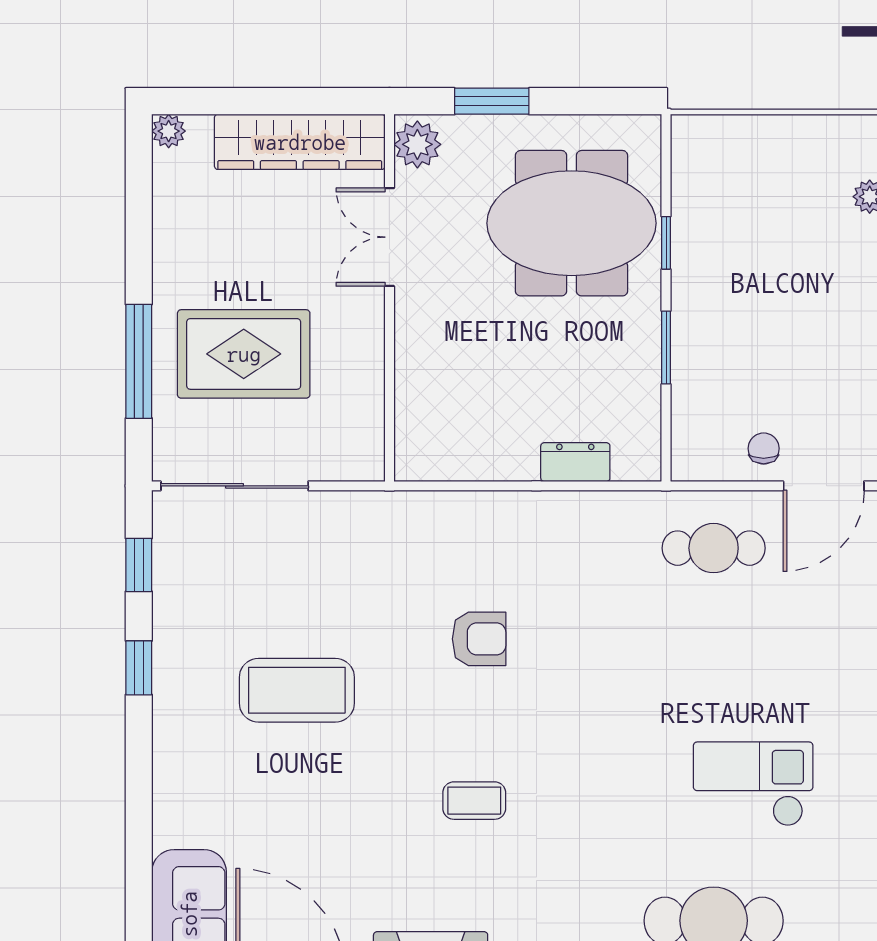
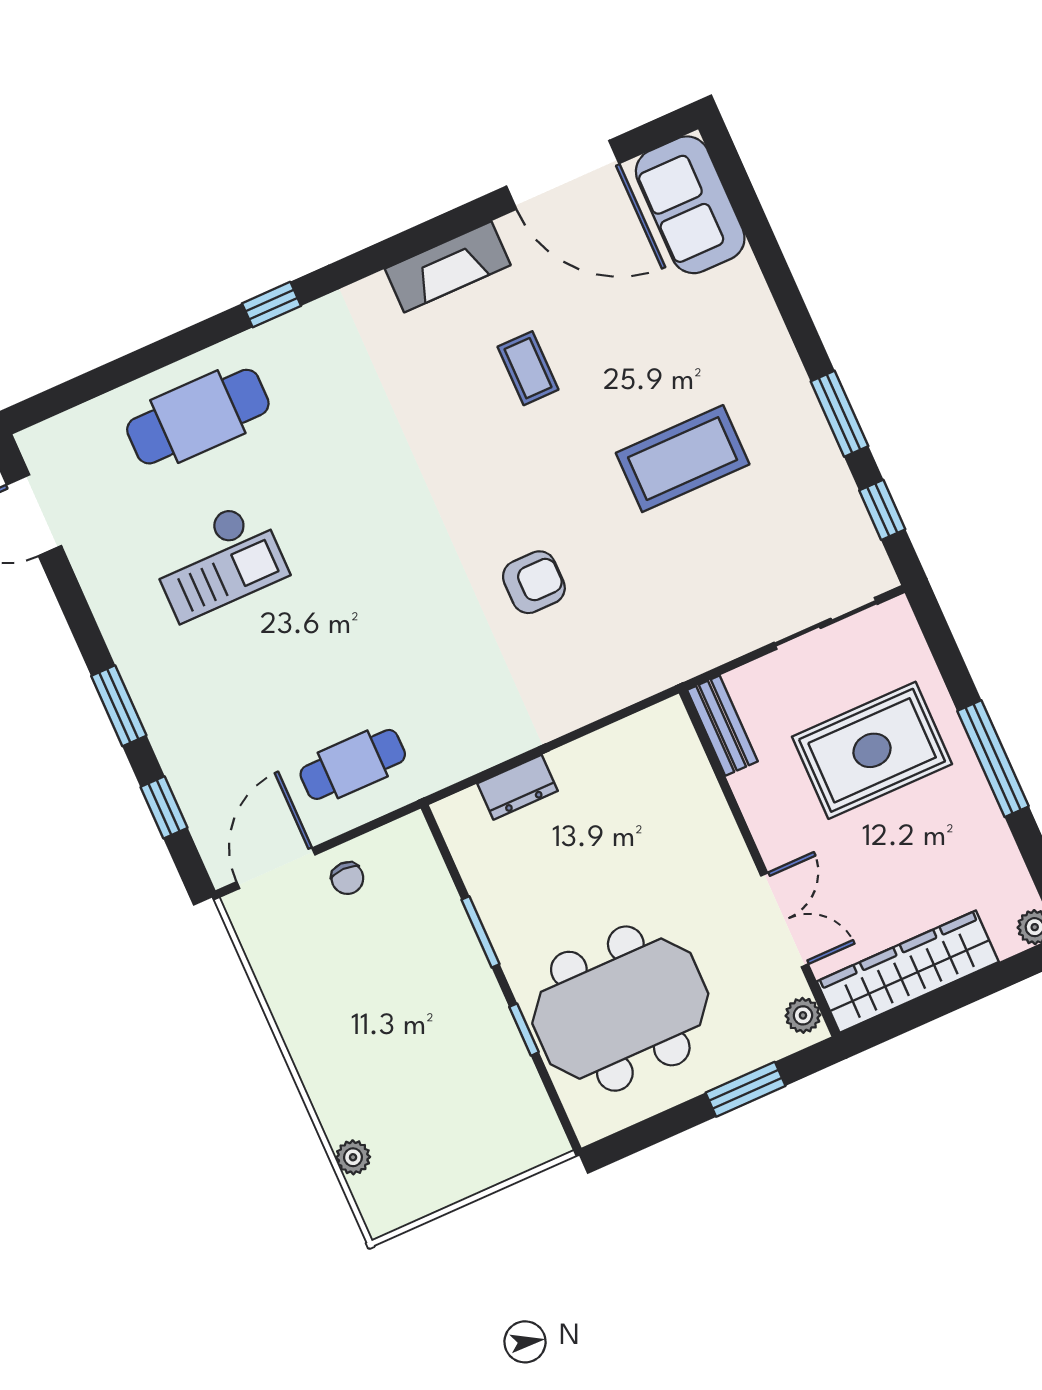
plant: (417, 144) -> (803, 1015), width x0.73, depth x0.73
window: (139, 361) -> (993, 759), moved
bench: (368, 436) -> (722, 726), added
sliding door: (235, 486) -> (826, 623), width x0.73
armchair: (479, 639) -> (534, 582), turned 180
window: (139, 668) -> (839, 414), width x1.50
coffee table: (474, 801) -> (528, 368), moved, turned 90

